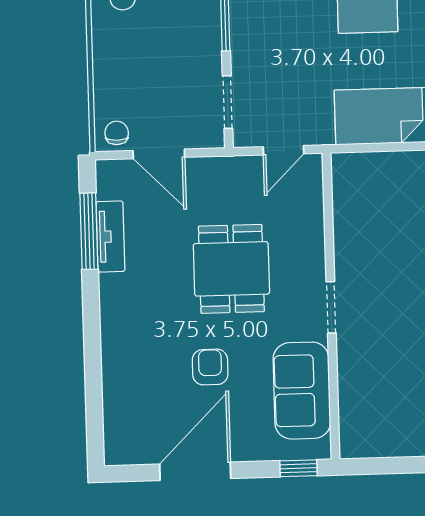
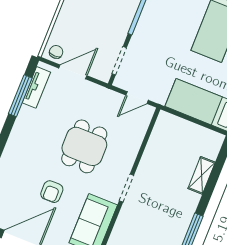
door: (159, 154) -> (73, 72), swing flipped
tv unit: (110, 237) -> (36, 87), moved
armchair: (210, 367) -> (52, 192), turned 180

